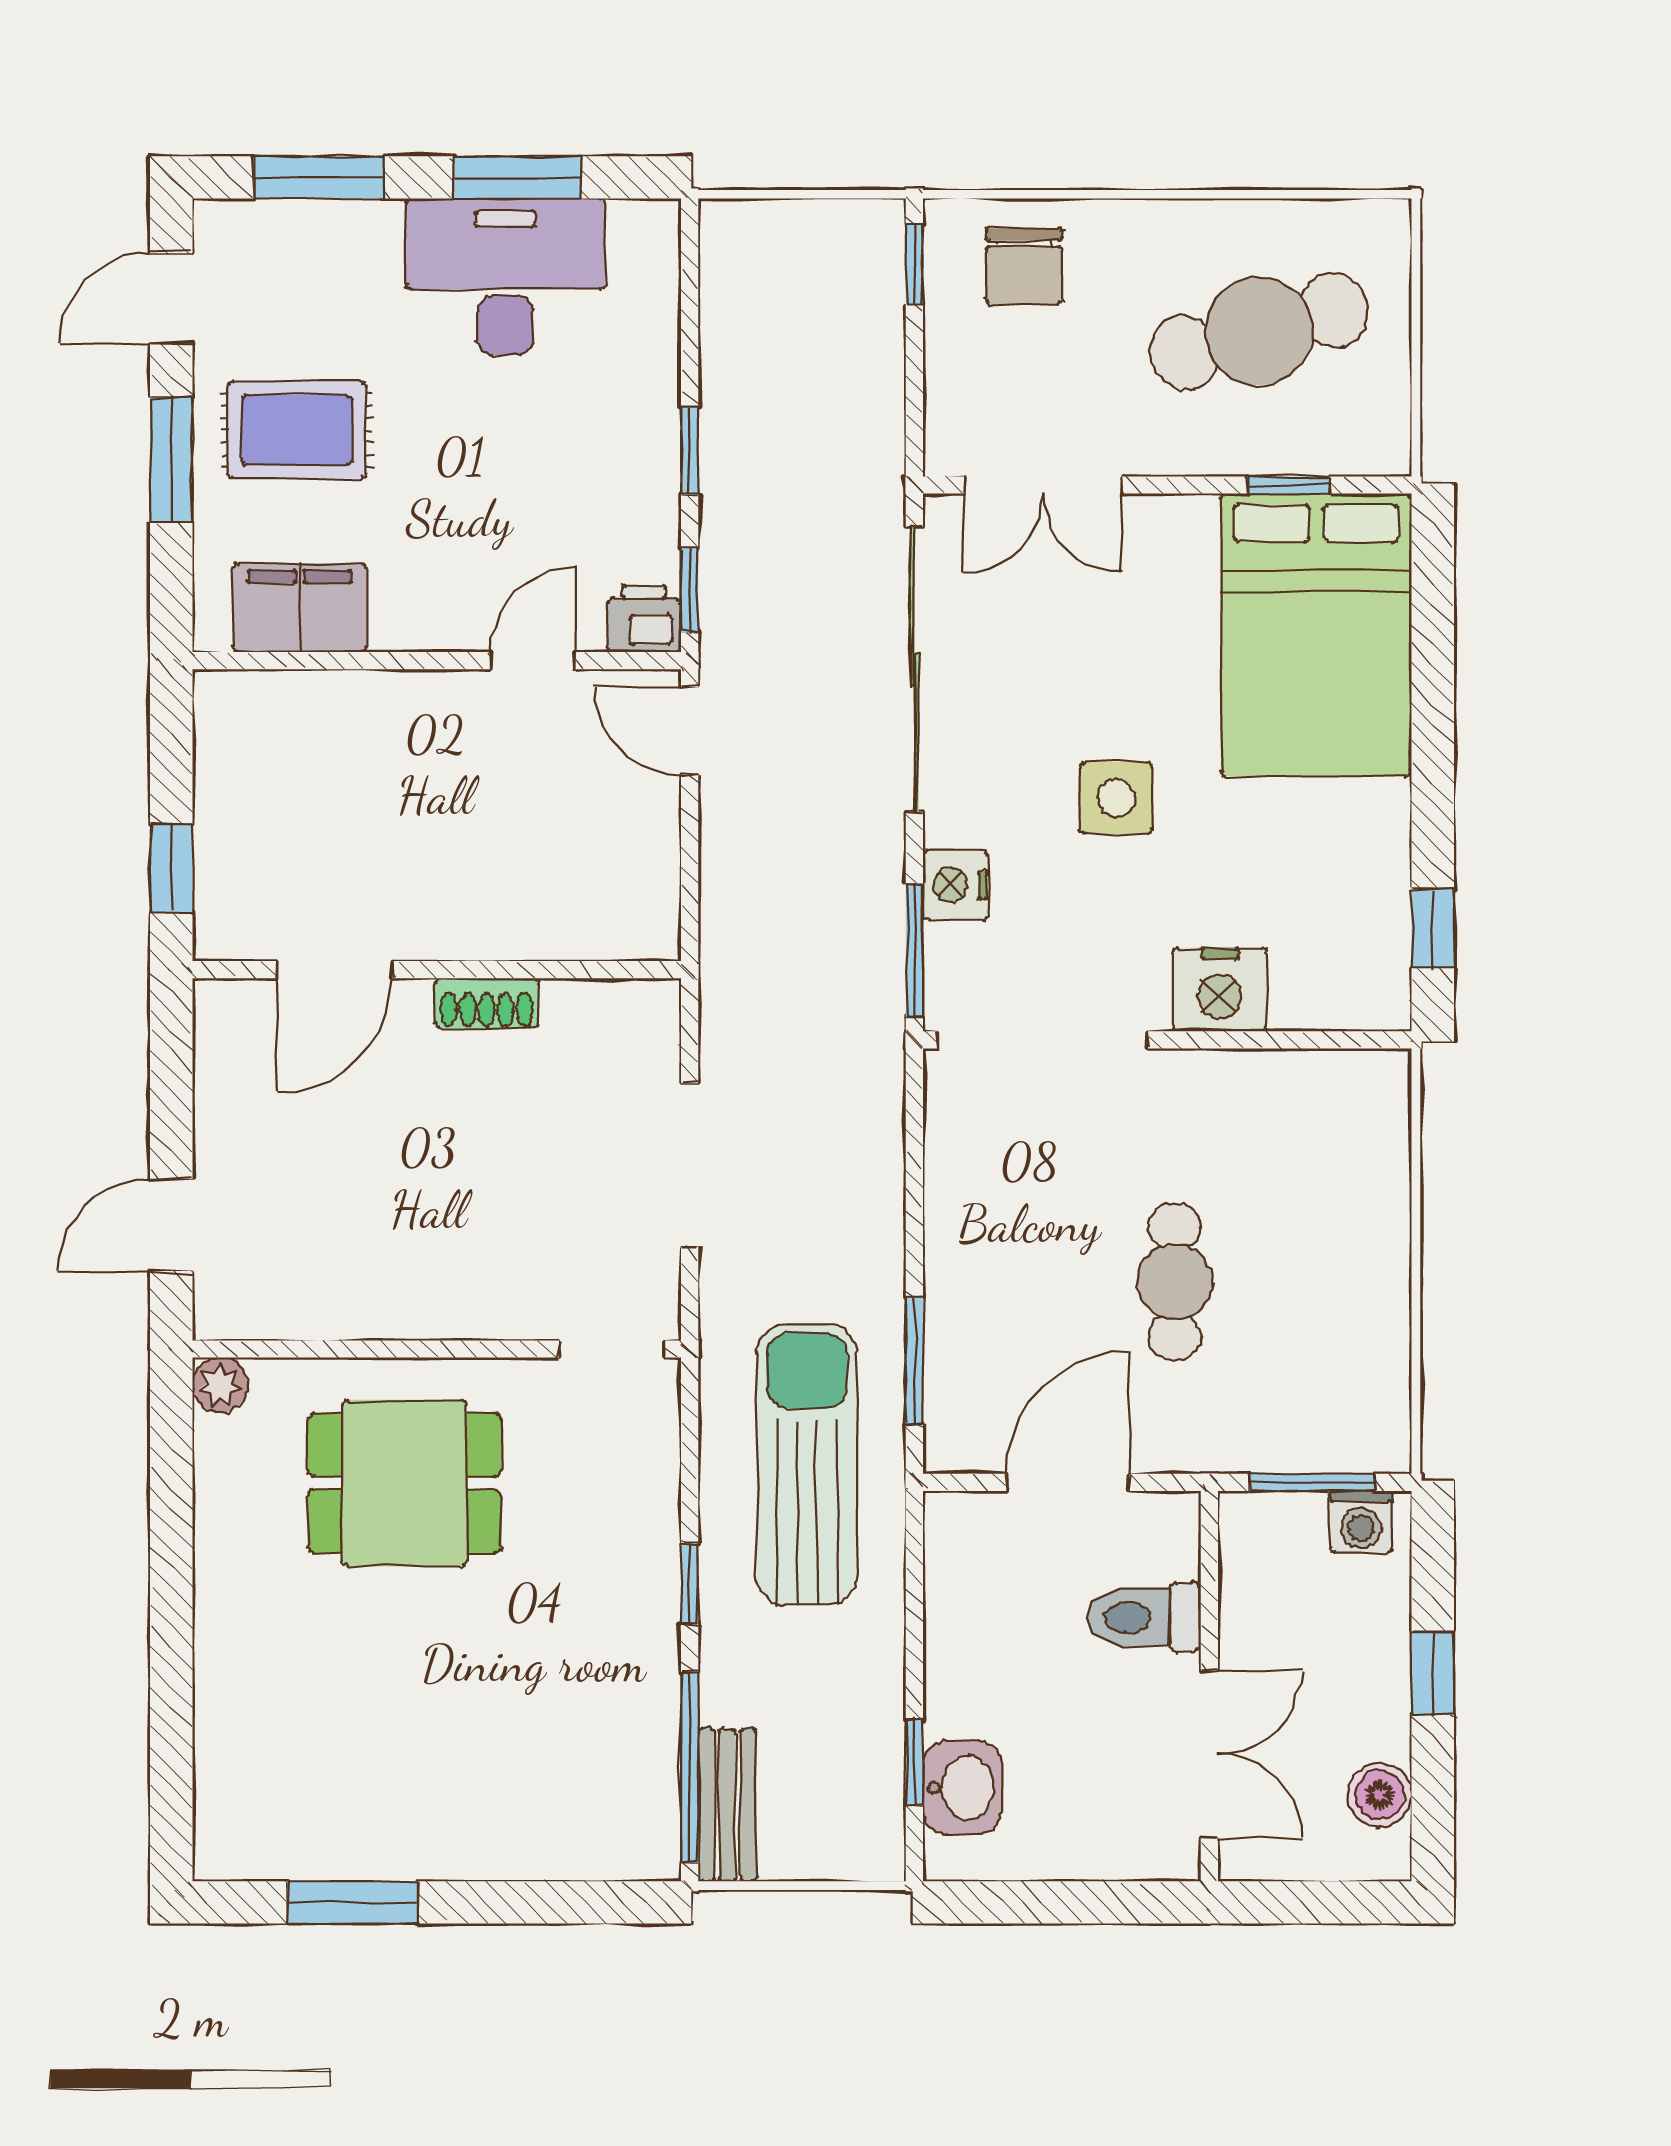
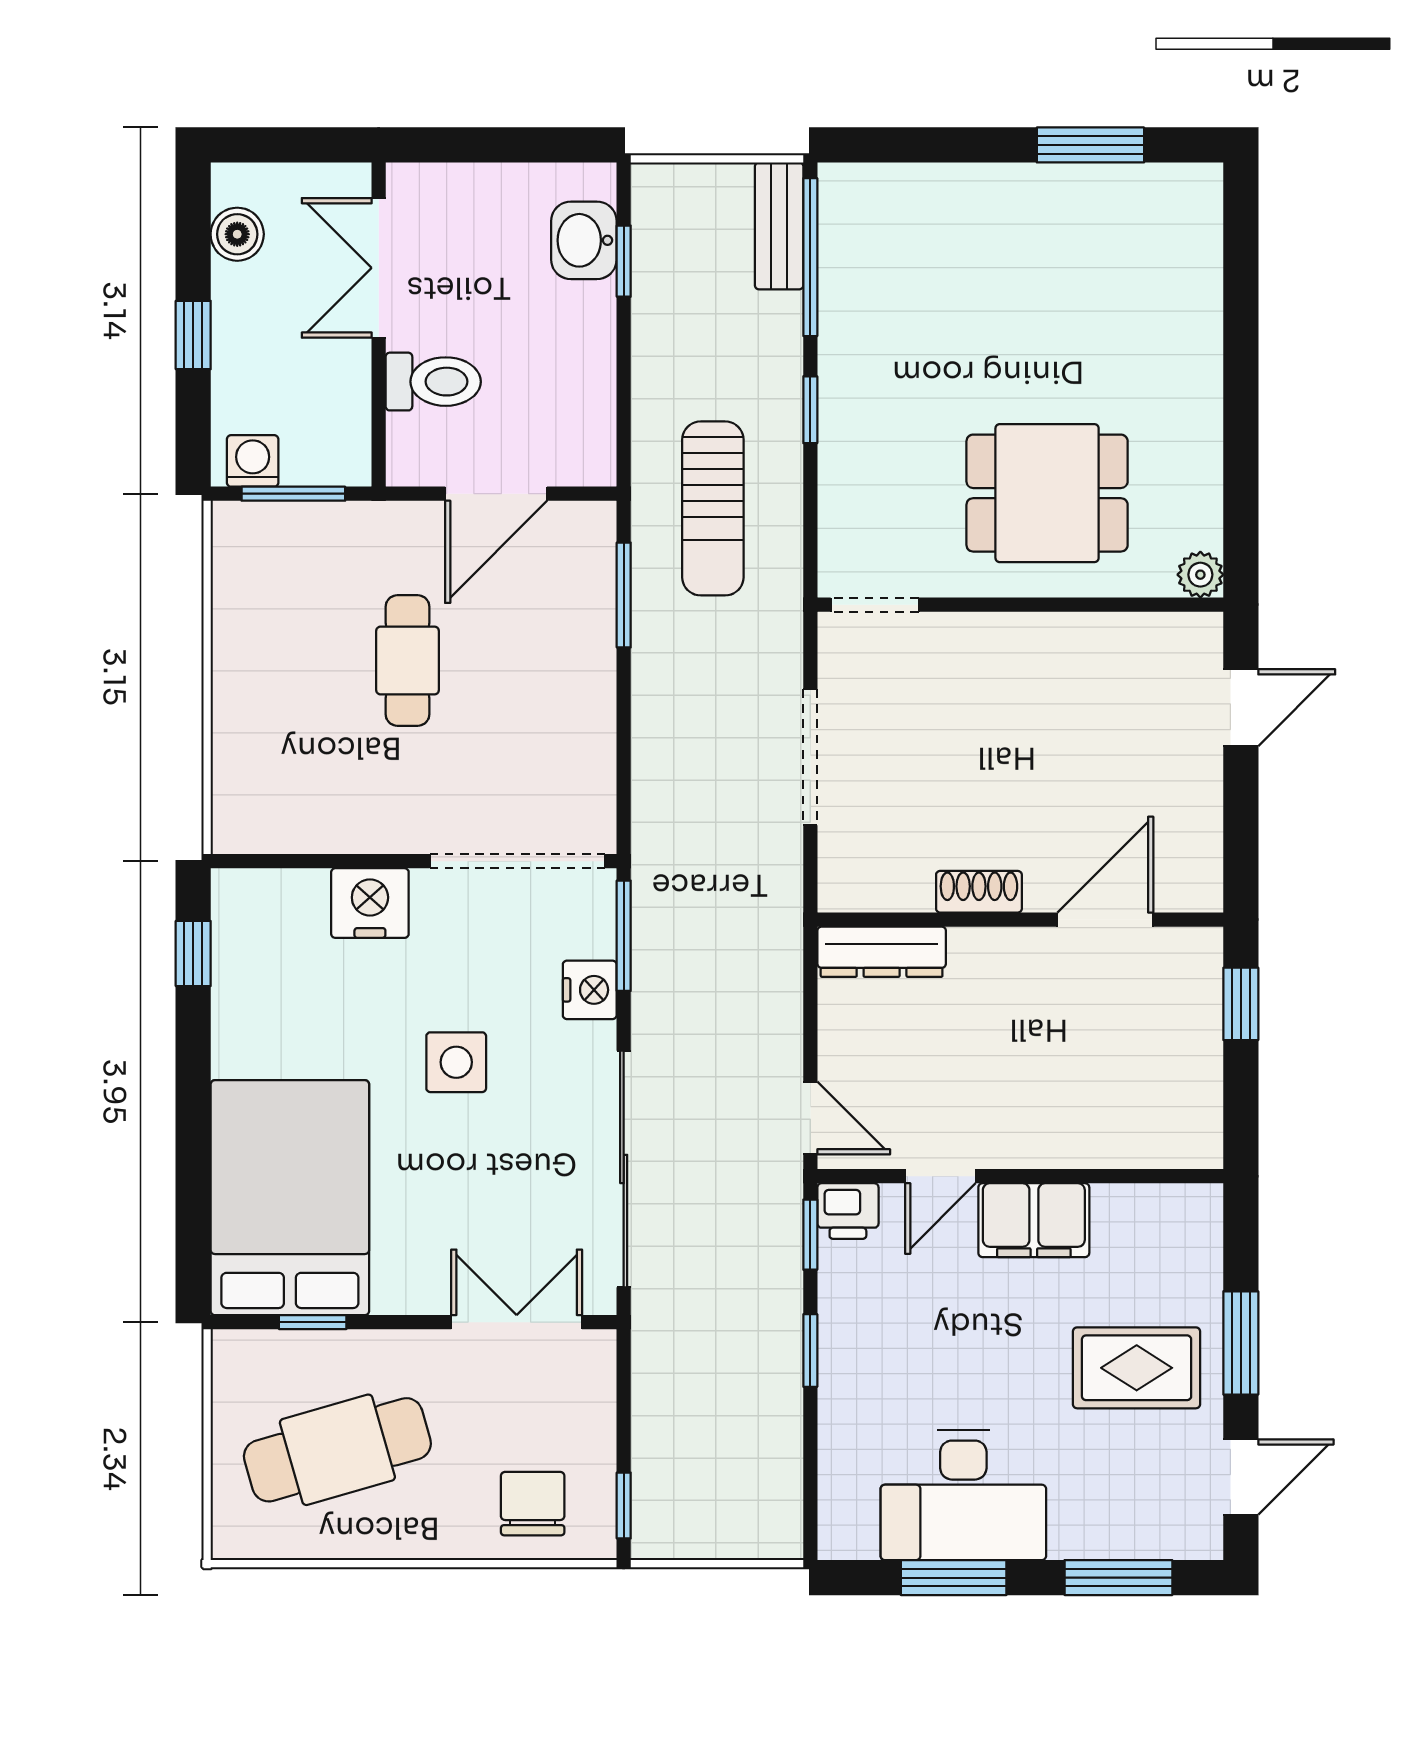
filing cabinet: (300, 608) -> (1034, 1220), moved
dresser: (604, 931) -> (882, 952), added
sun lounger: (807, 1465) -> (713, 508), width x0.73, depth x0.75

